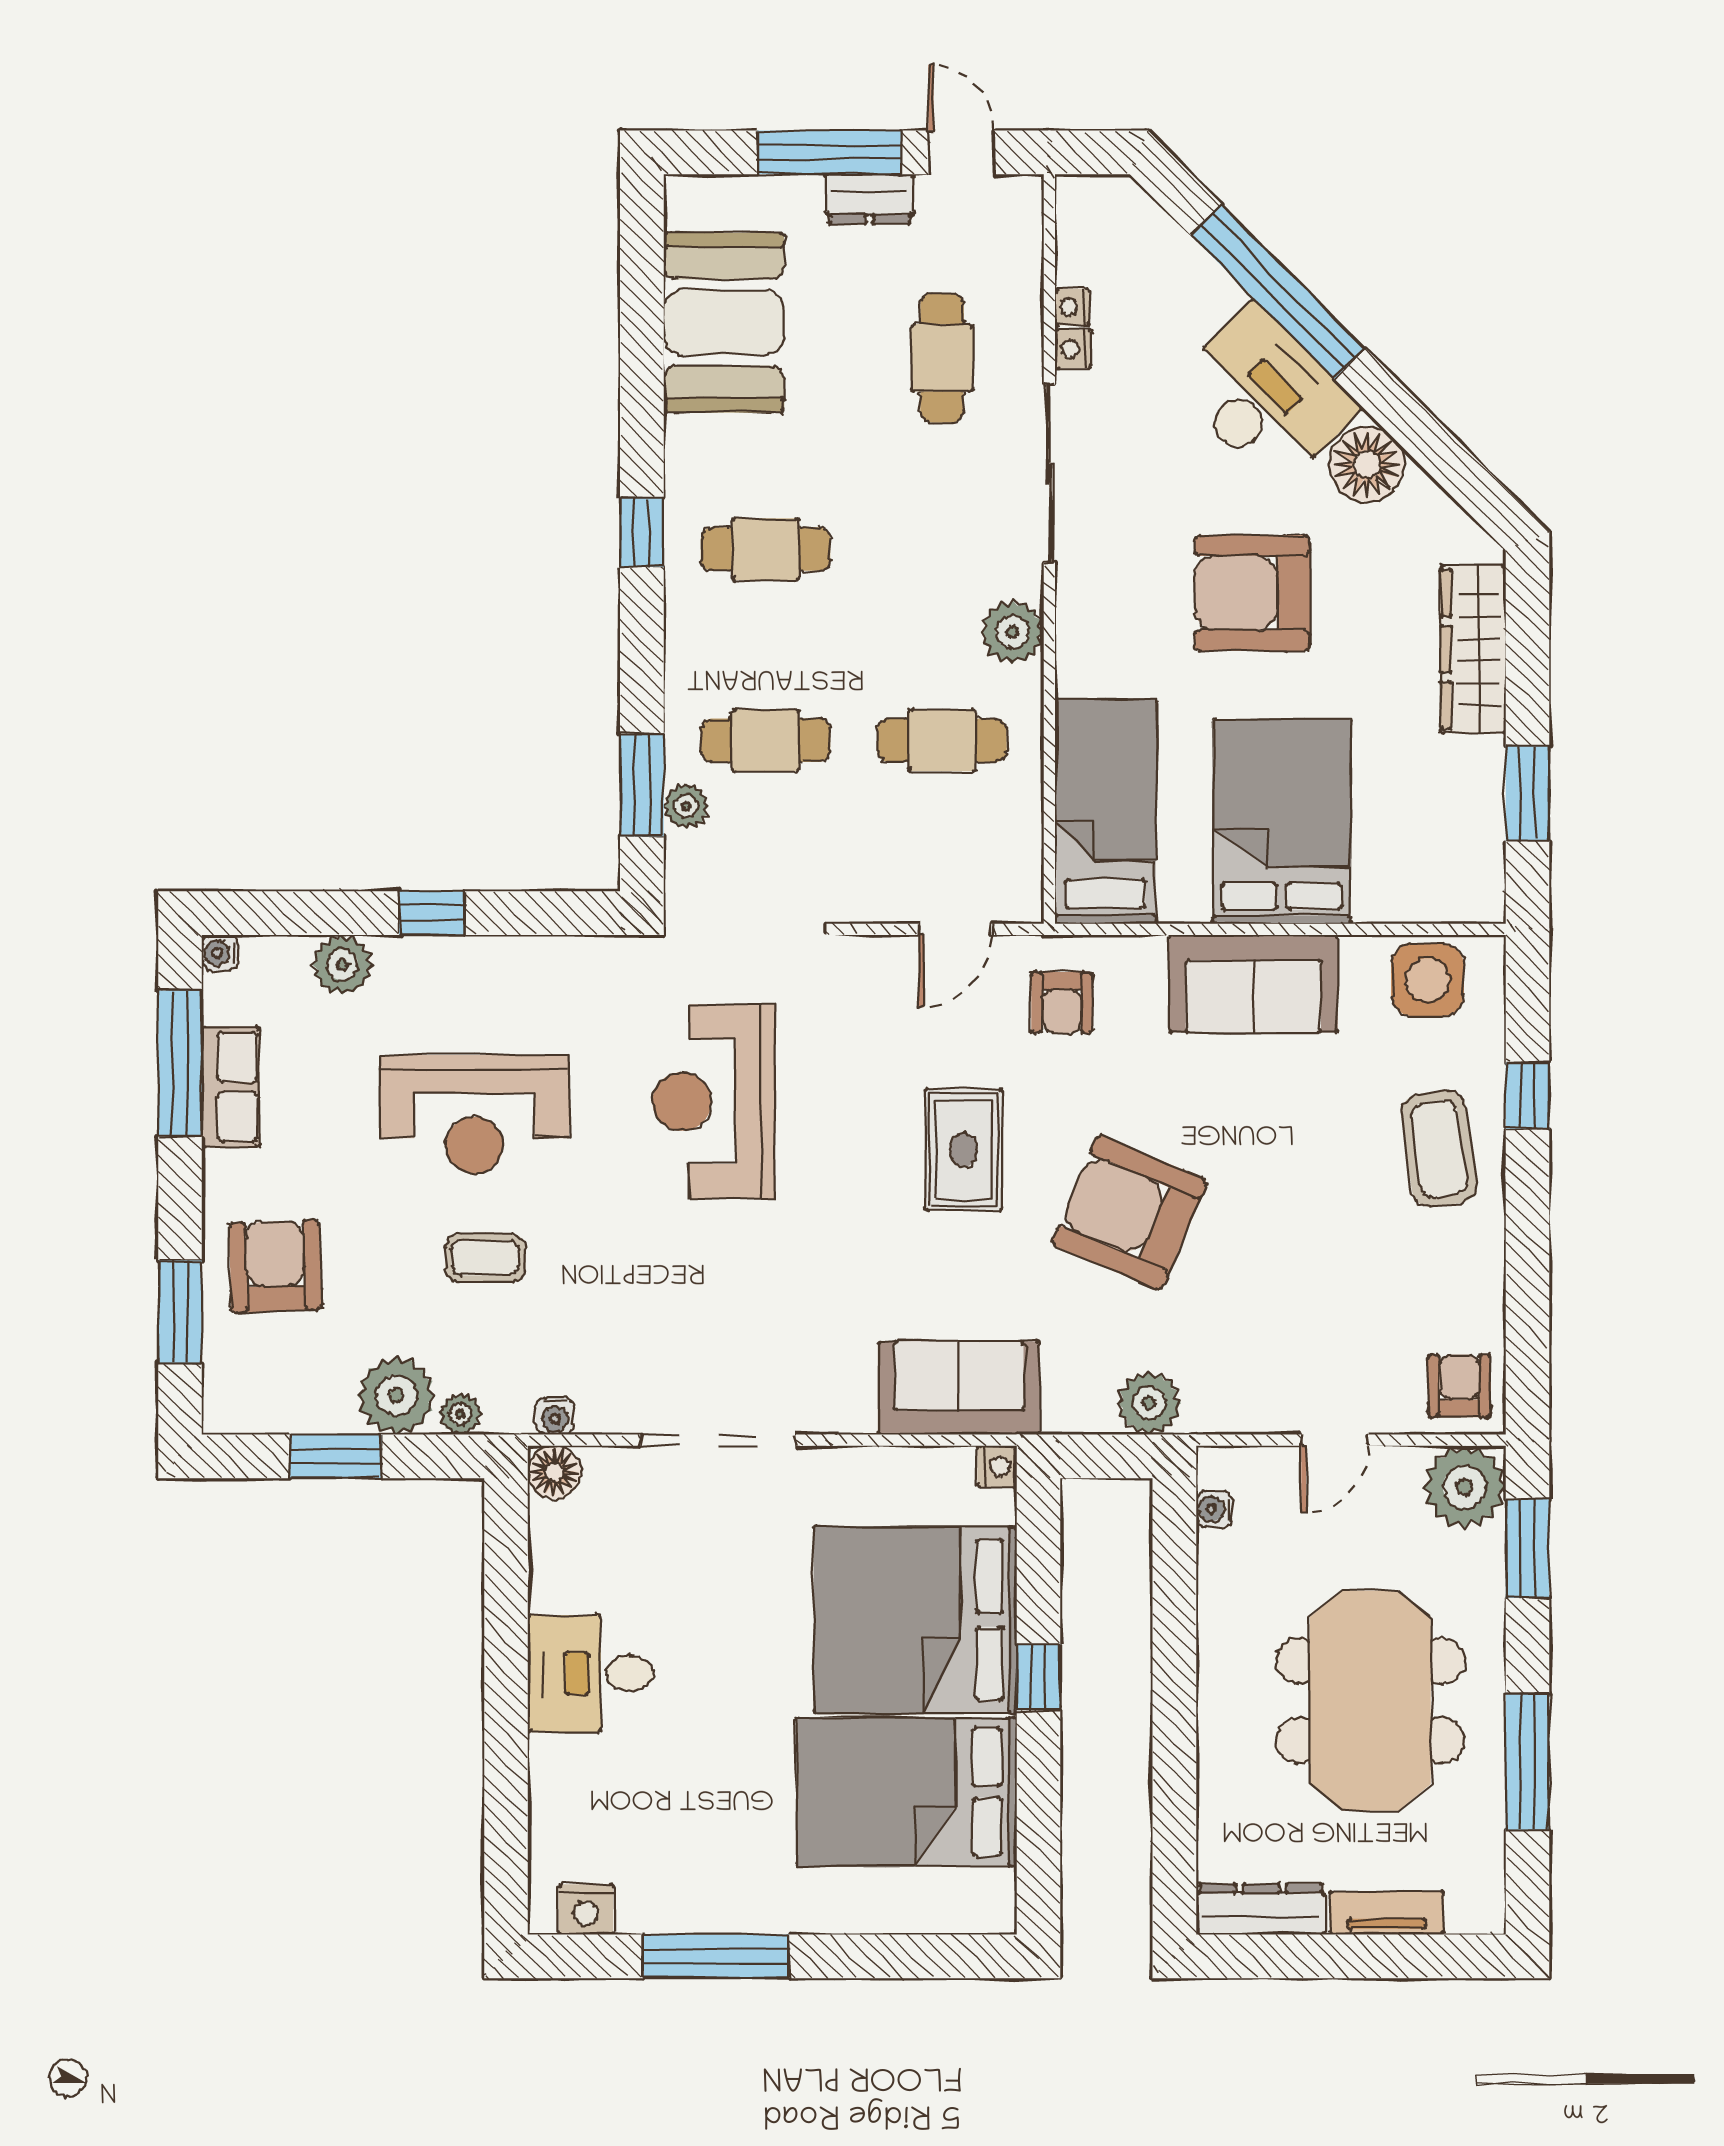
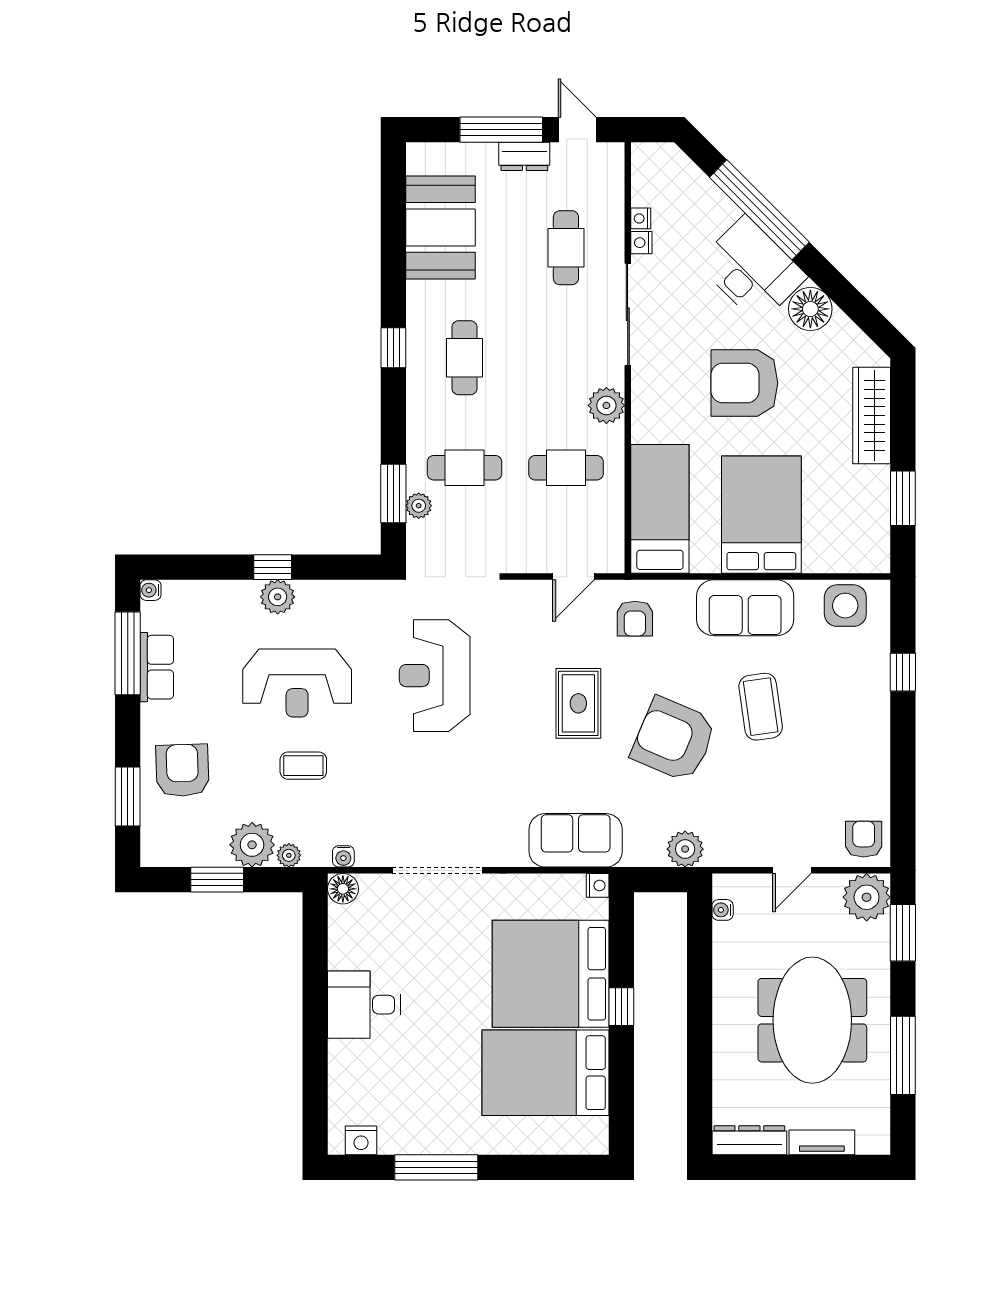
cafe table: (766, 549) -> (464, 358), turned 90
plant: (342, 965) -> (278, 597), moved
coffee table: (1439, 1149) -> (761, 707), moved

